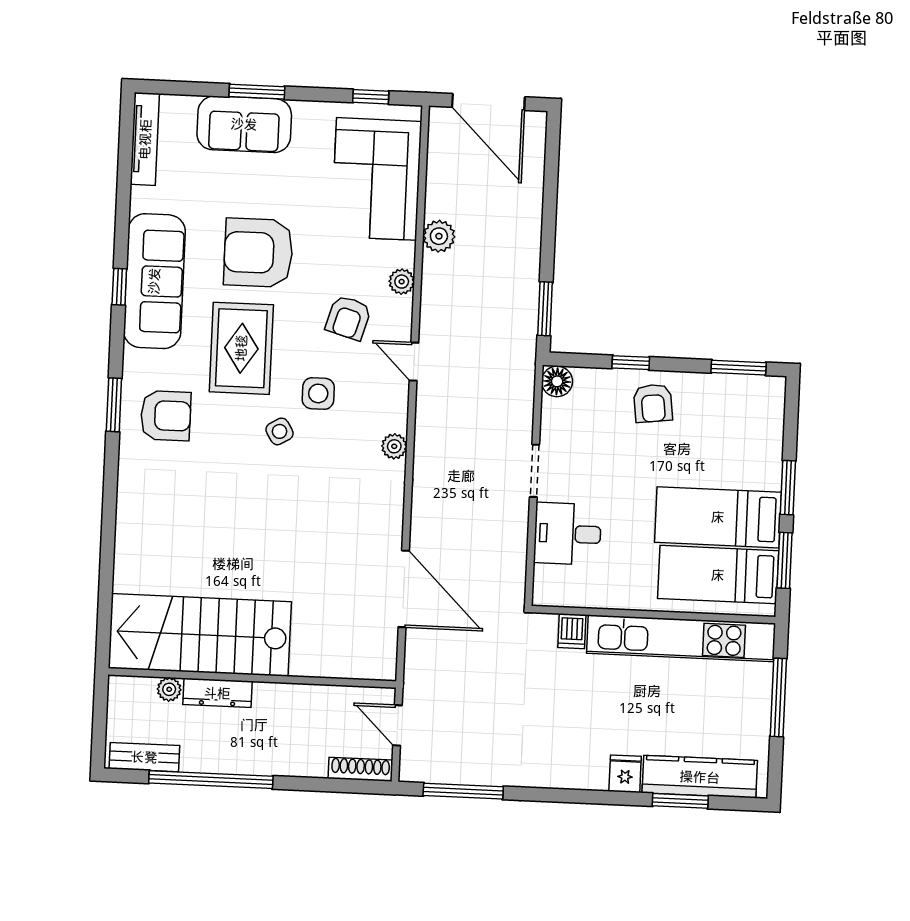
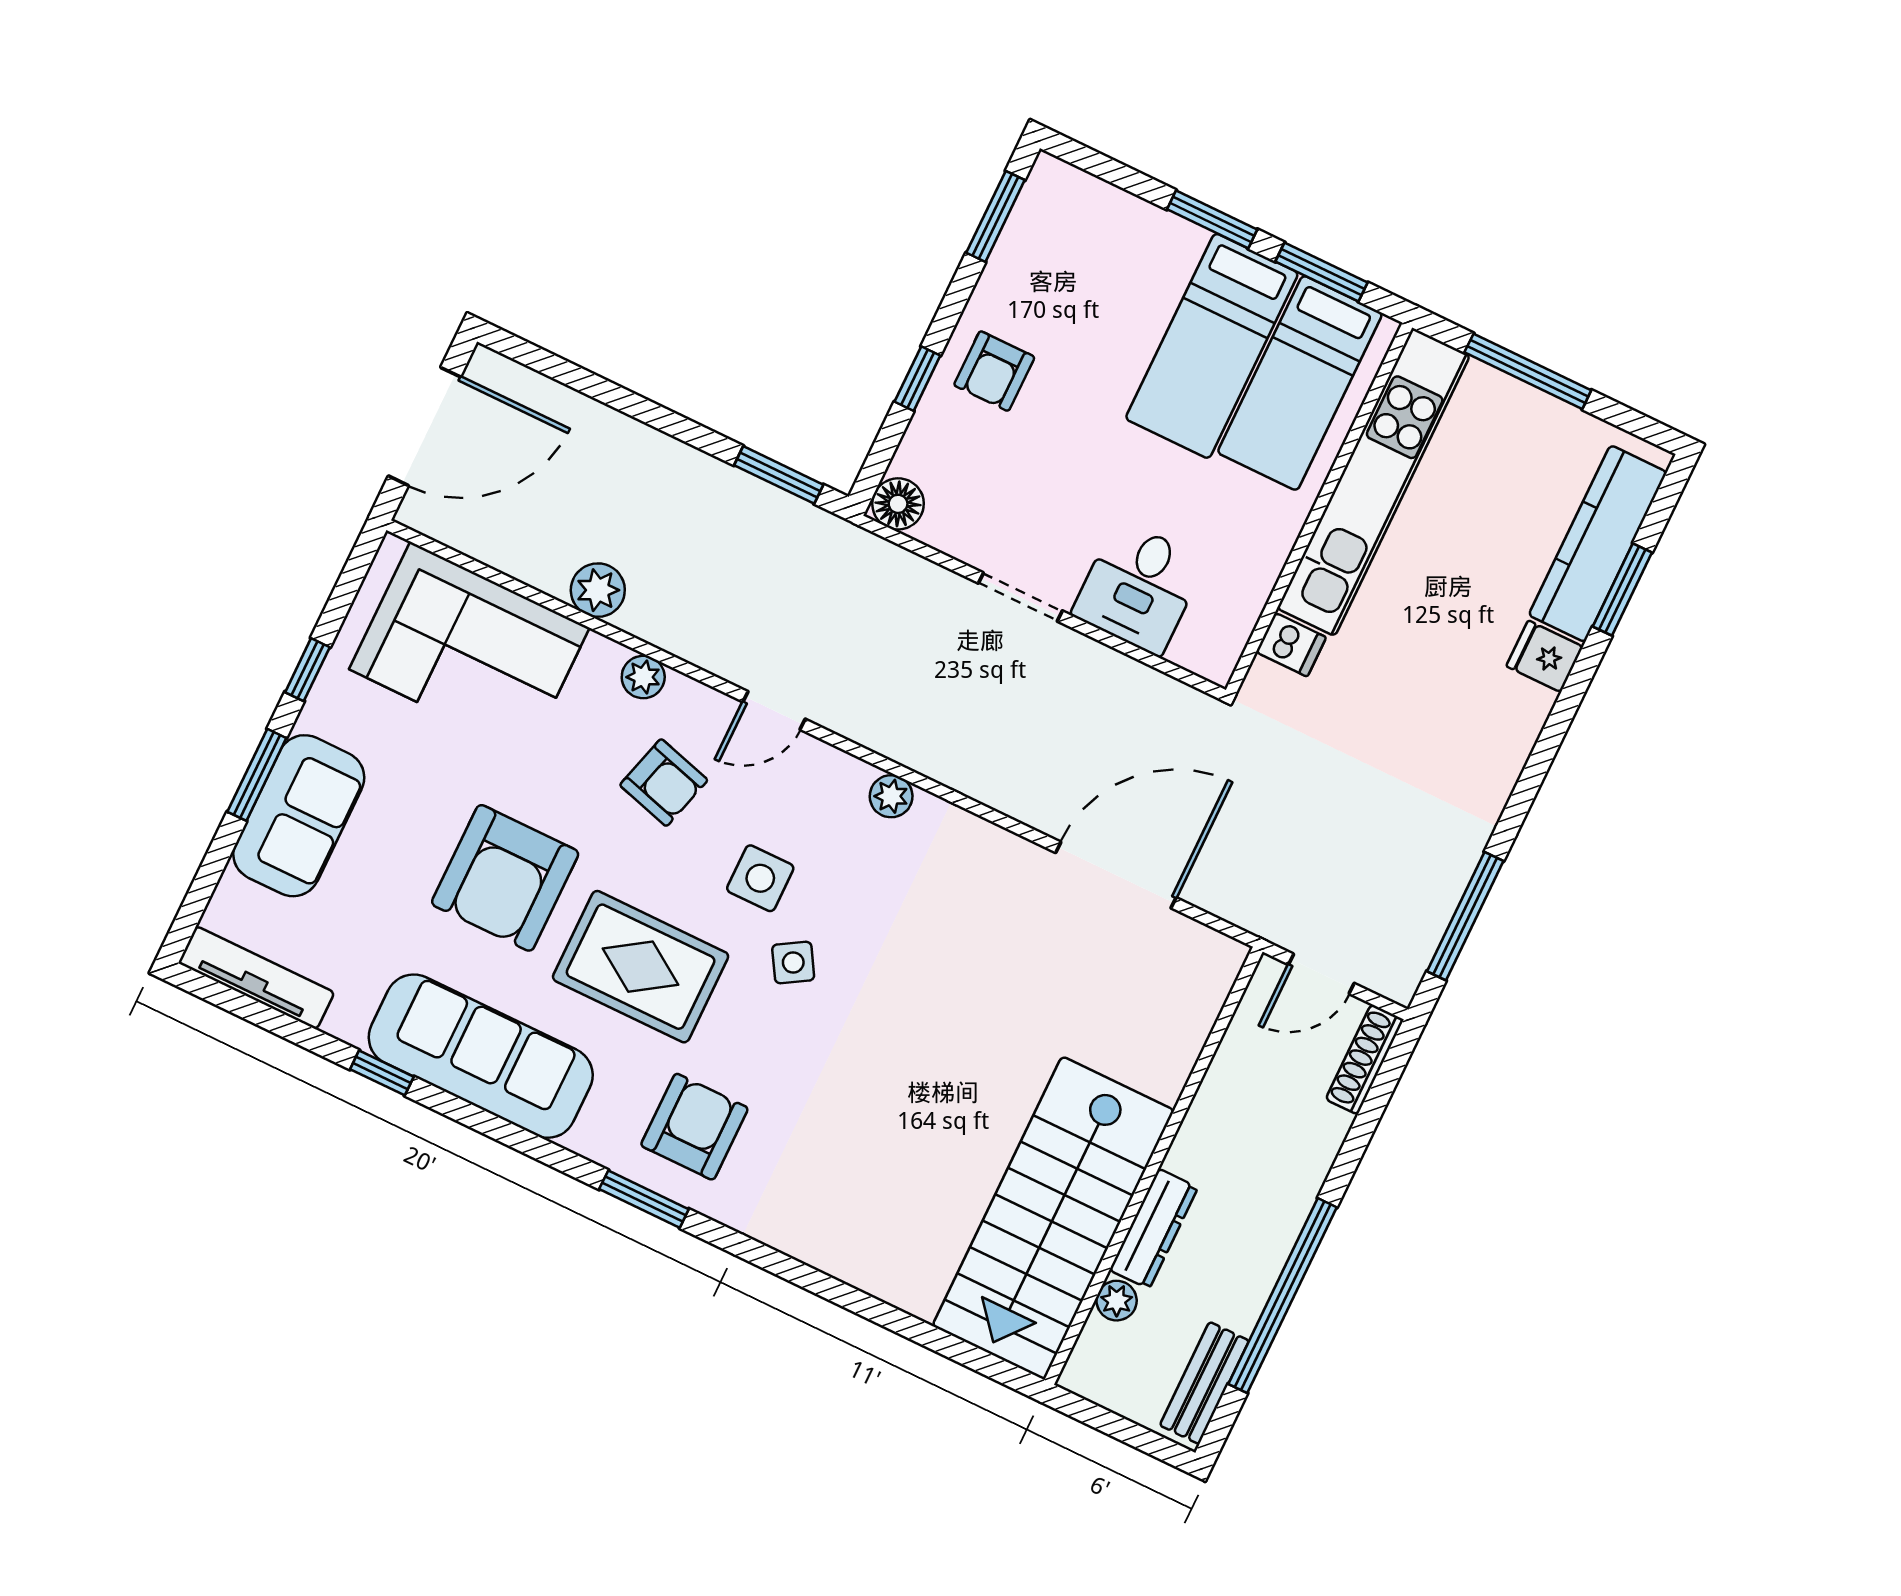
window: (371, 97) -> (307, 670), moved
window: (119, 287) -> (382, 1073), moved
armchair: (653, 403) -> (994, 371), turned 97

